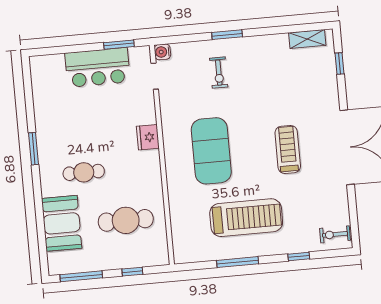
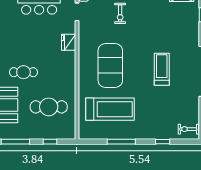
fridge: (148, 137) -> (69, 42), moved
treadmill: (246, 218) -> (110, 109), moved

